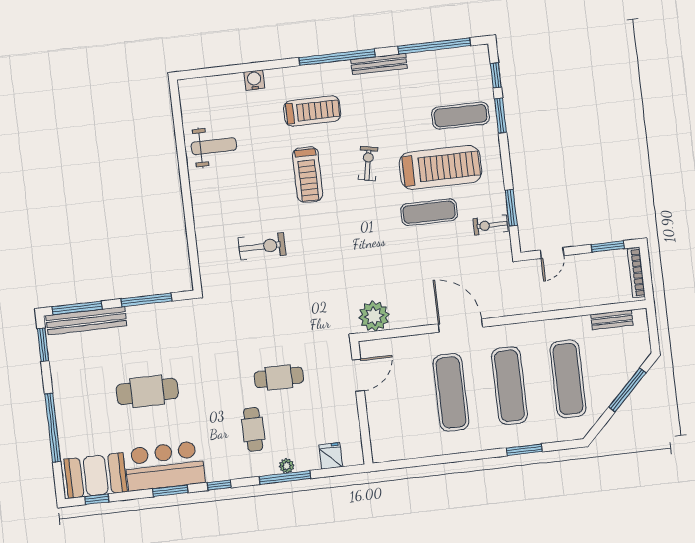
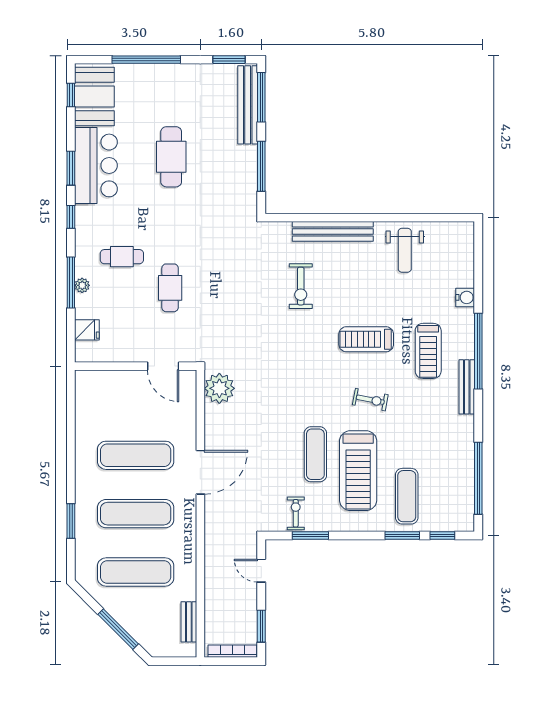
window: (337, 57) -> (478, 351), moved
bench: (379, 64) -> (467, 387), moved
bench: (203, 221) -> (333, 231), added

